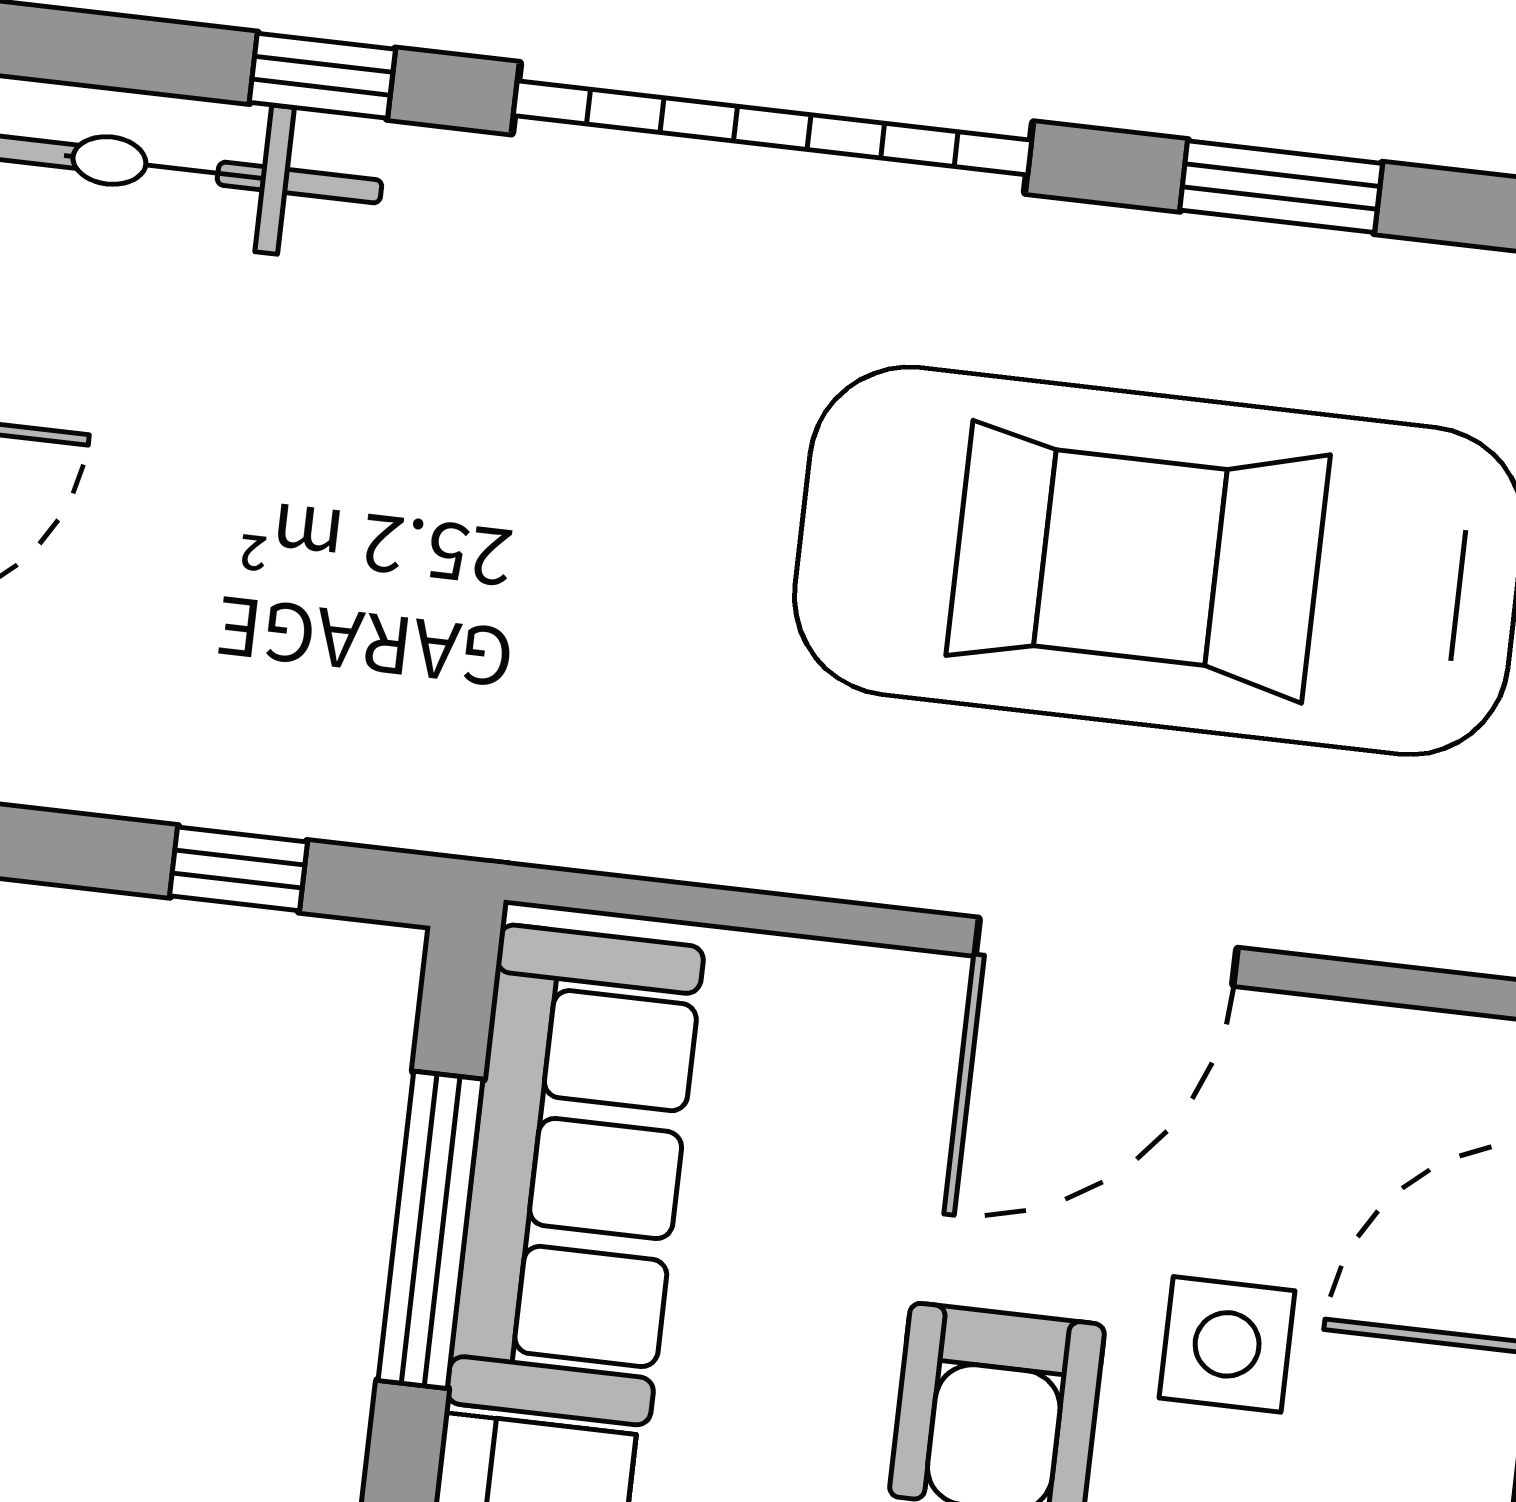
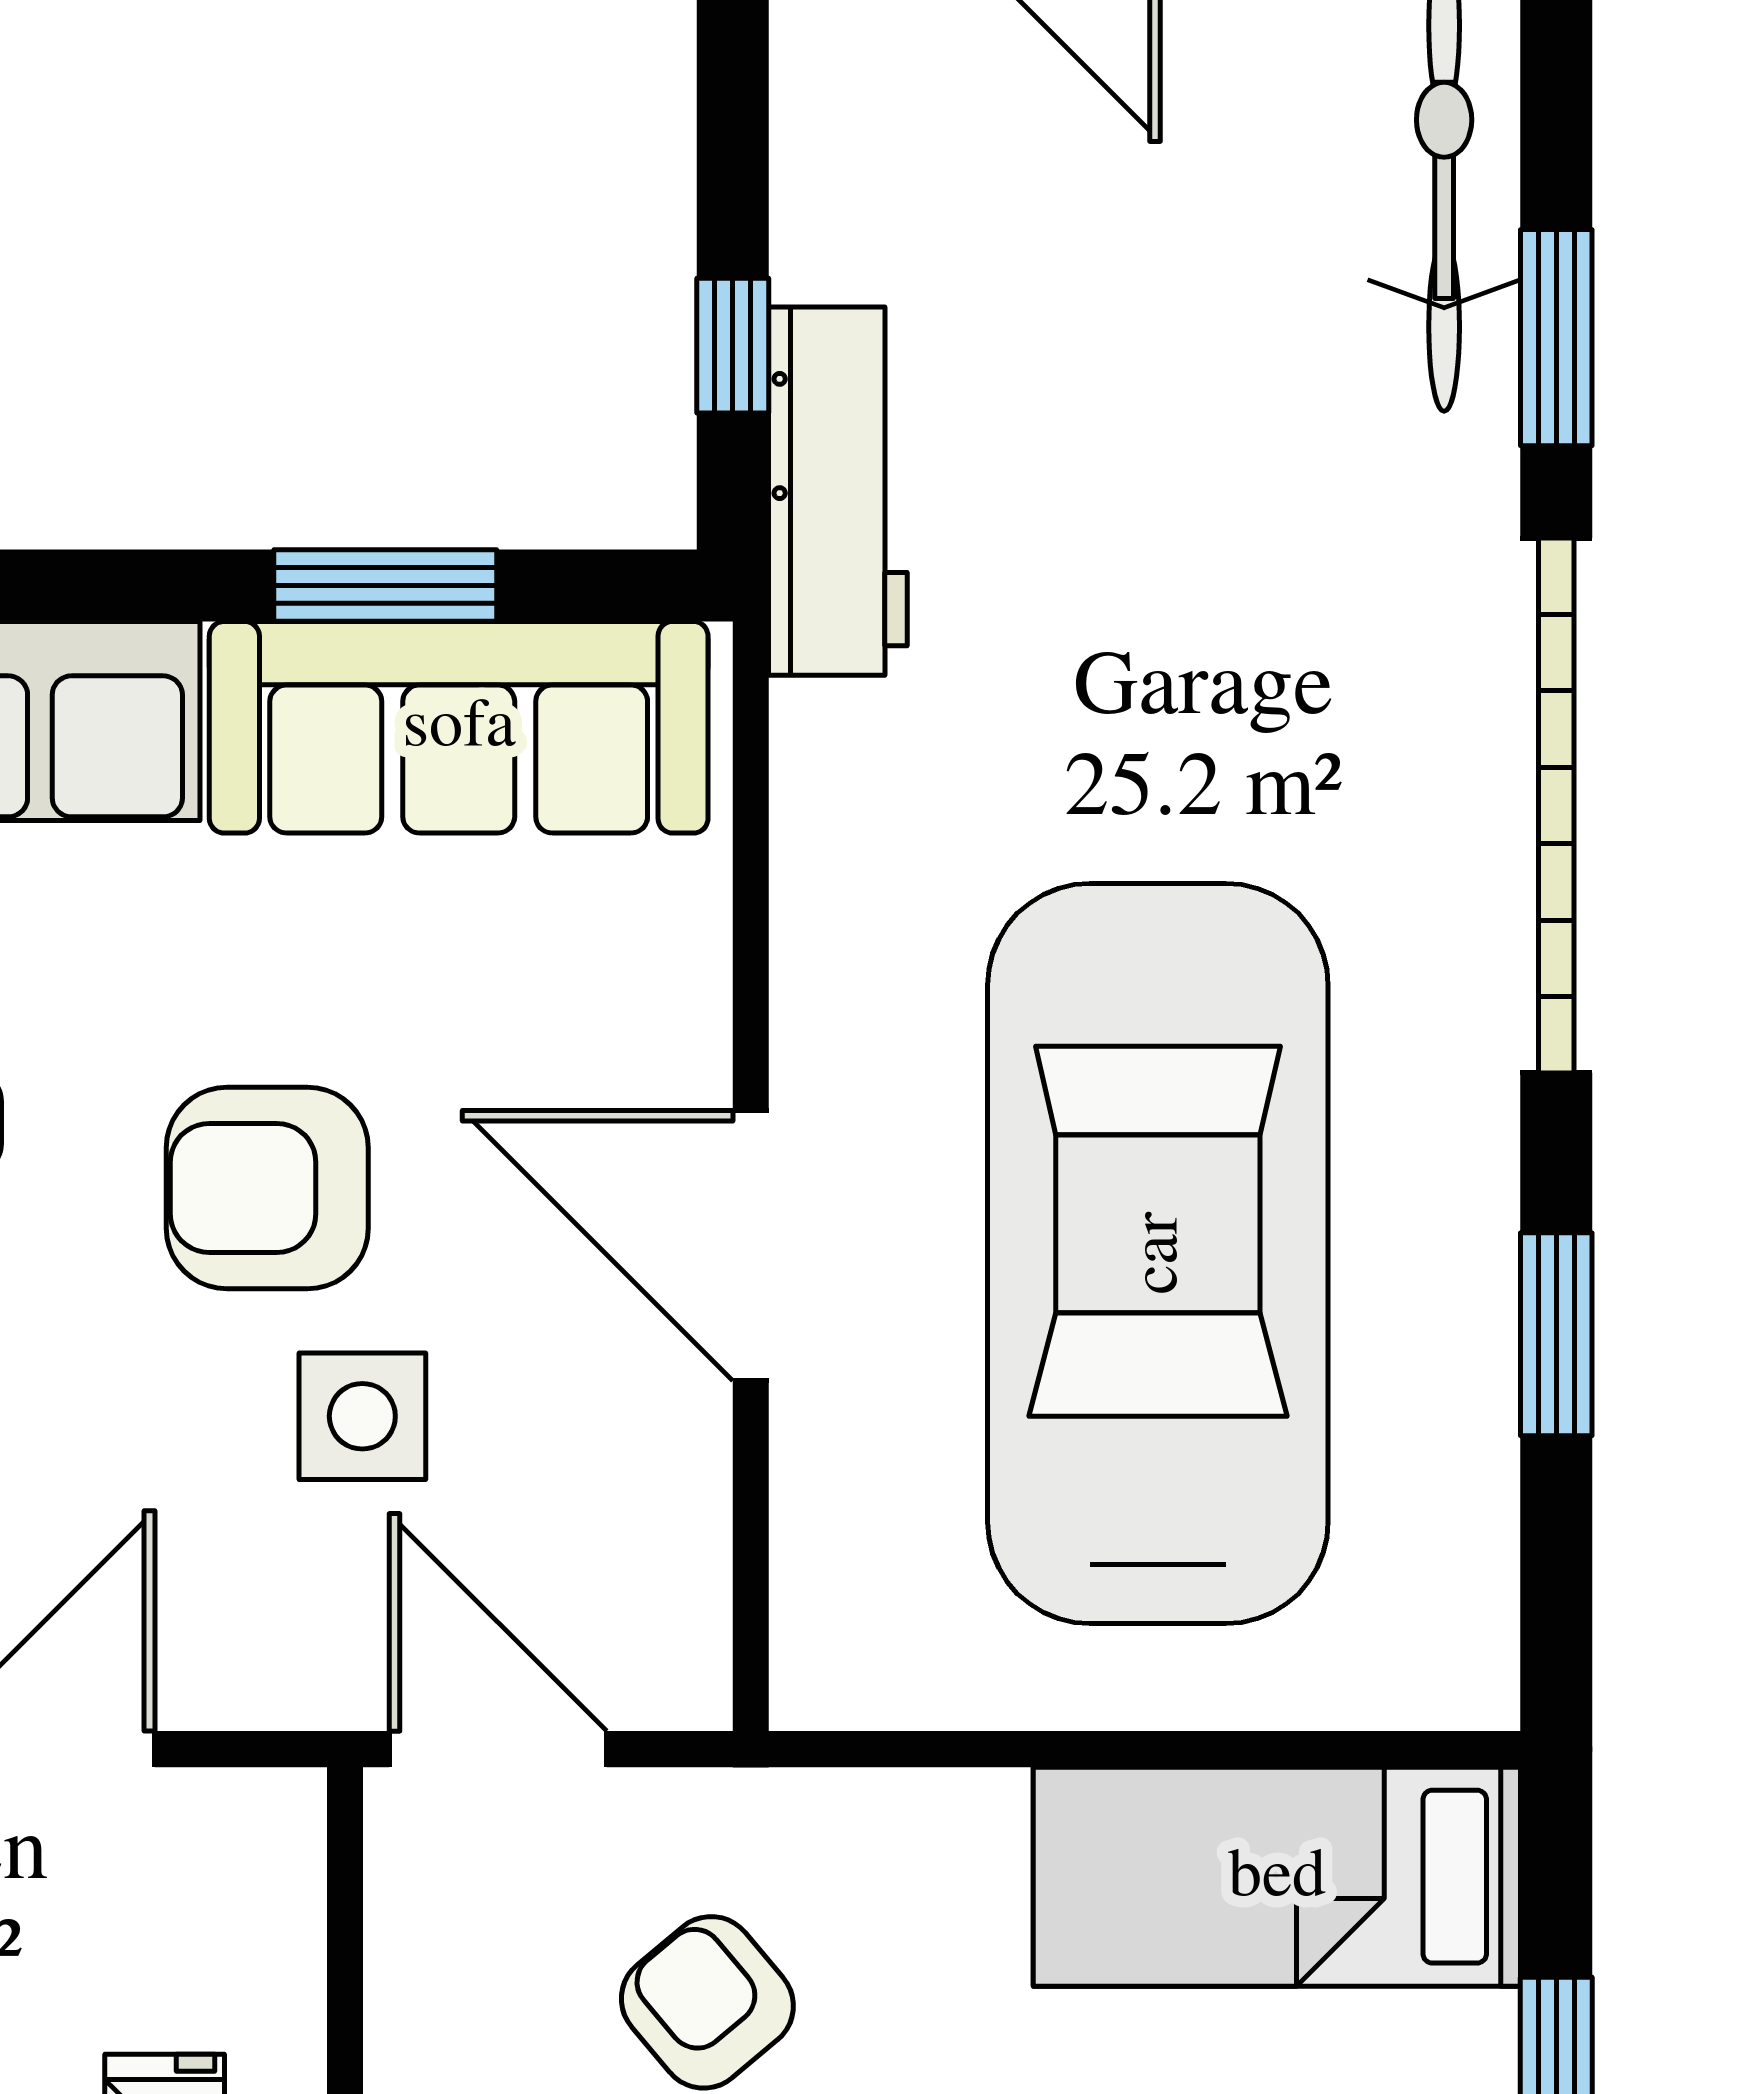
window: (322, 76) -> (1556, 338), width x1.50
workbench: (390, 784) -> (838, 491), added
window: (430, 1230) -> (385, 586), width x0.69

